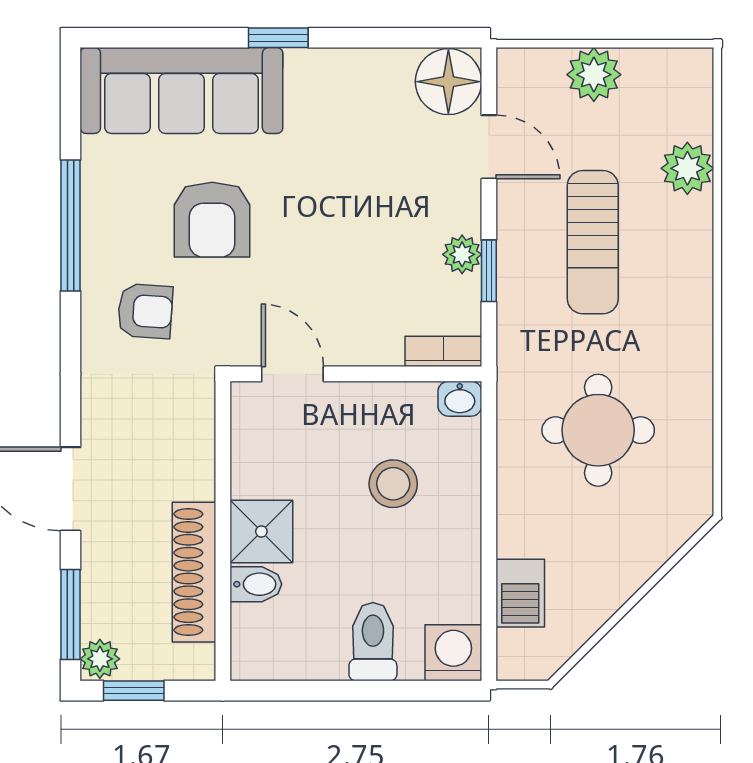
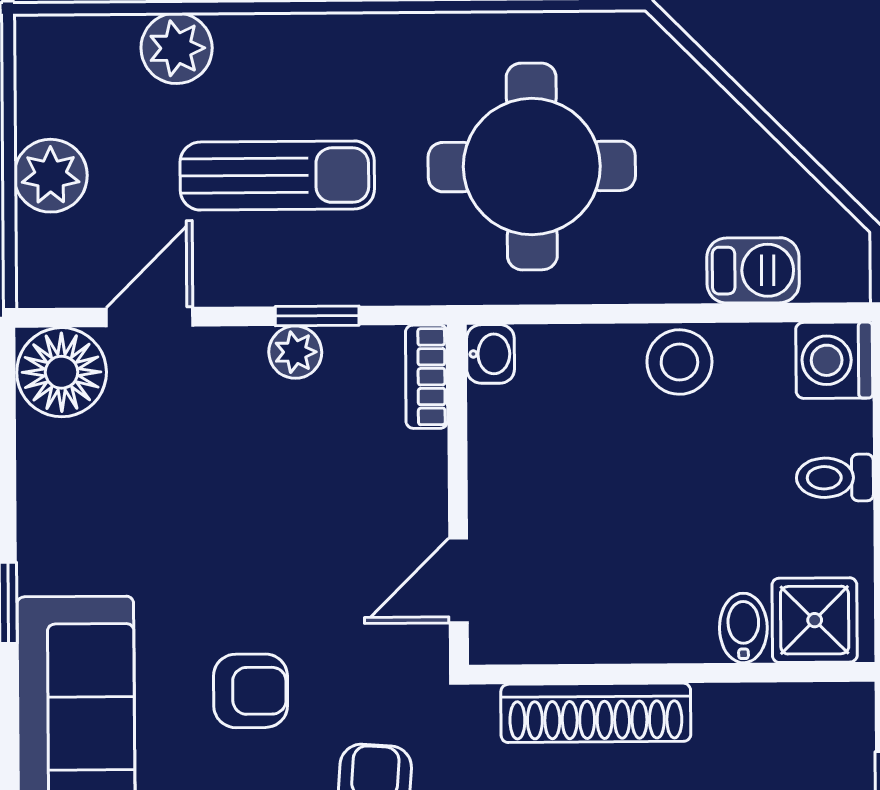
armchair: (212, 220) -> (251, 691), width x0.72, depth x0.72
round table: (598, 430) -> (532, 166), width x1.36, depth x1.36
stool: (393, 484) -> (679, 362), moved
shower: (261, 531) -> (815, 620), moved
shoe rack: (194, 572) -> (596, 713), moved
toilet: (373, 642) -> (835, 478), width x0.73, depth x0.72

